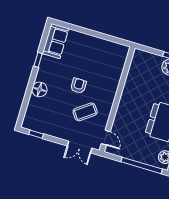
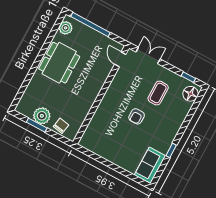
chair: (150, 61) -> (61, 126), added
floor lamp: (39, 89) -> (190, 94), moved
coffee table: (85, 112) -> (158, 93), moved, turned -54

